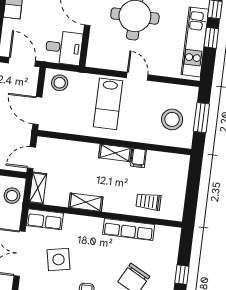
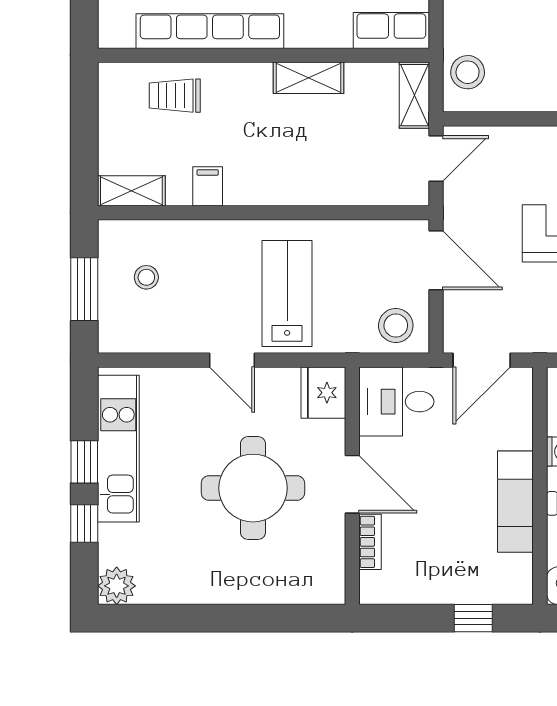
fridge: (97, 56) -> (323, 393), added
door: (22, 62) -> (482, 360), hinge flipped
stool: (172, 119) -> (146, 277), width x0.53, depth x0.53
shelving: (115, 153) -> (131, 191), moved
trolley: (148, 202) -> (175, 96), turned 180
row of seats: (129, 229) -> (210, 31), width x1.36

